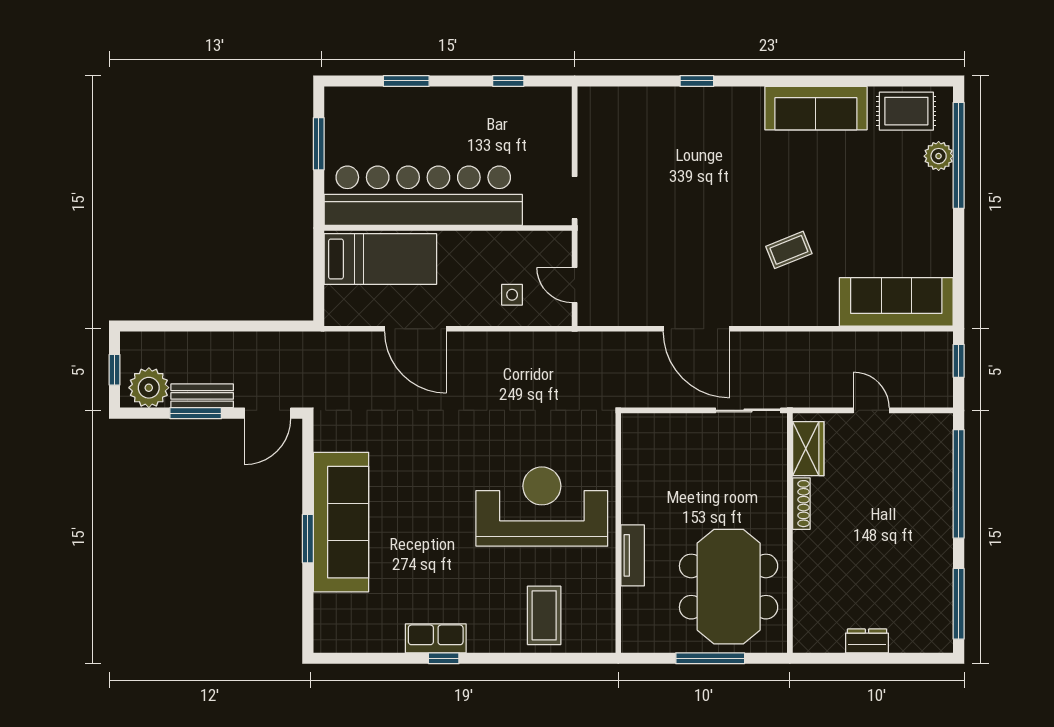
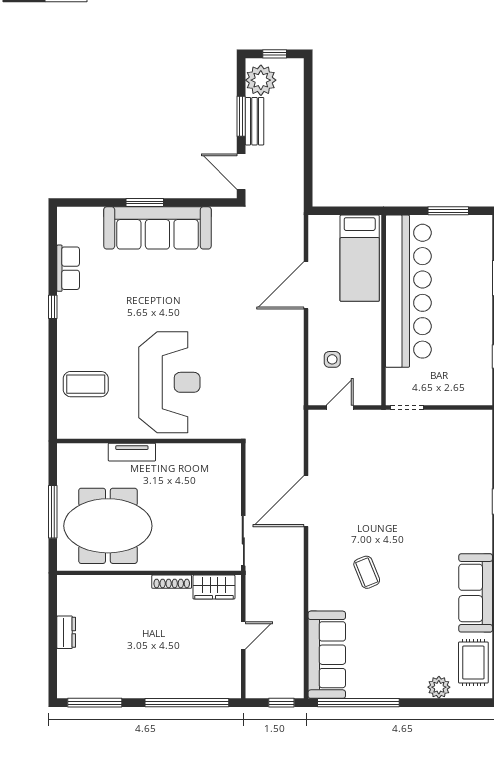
window: (959, 155) -> (358, 703), moved
row of seats: (436, 638) -> (68, 268), moved

